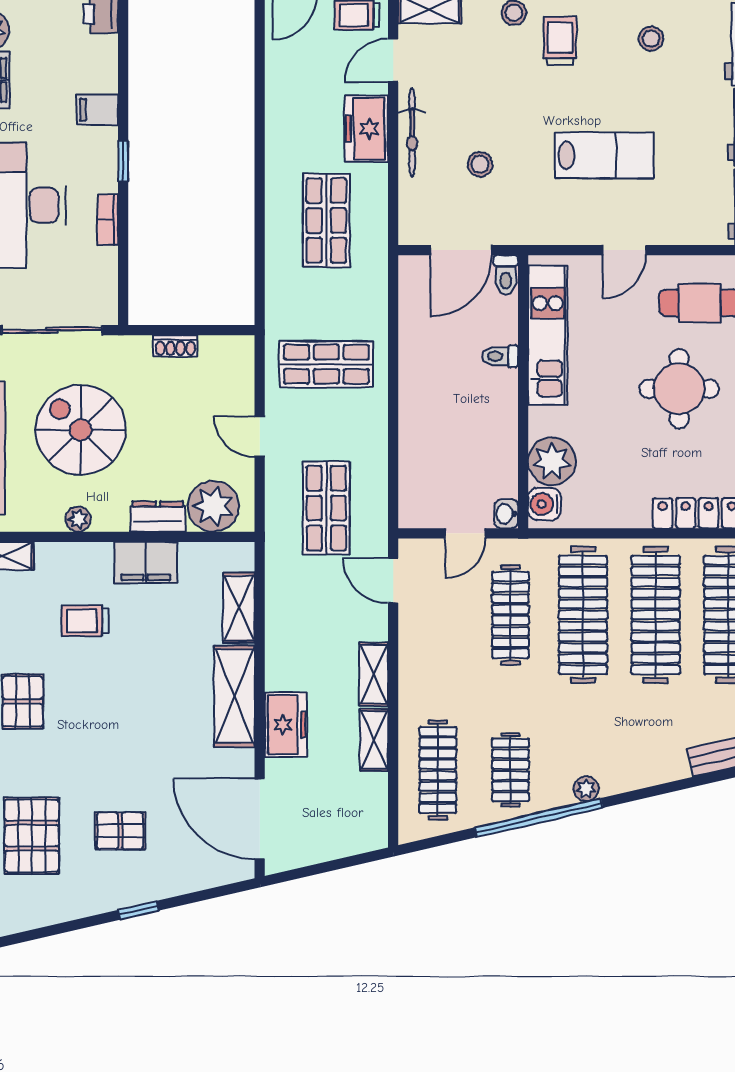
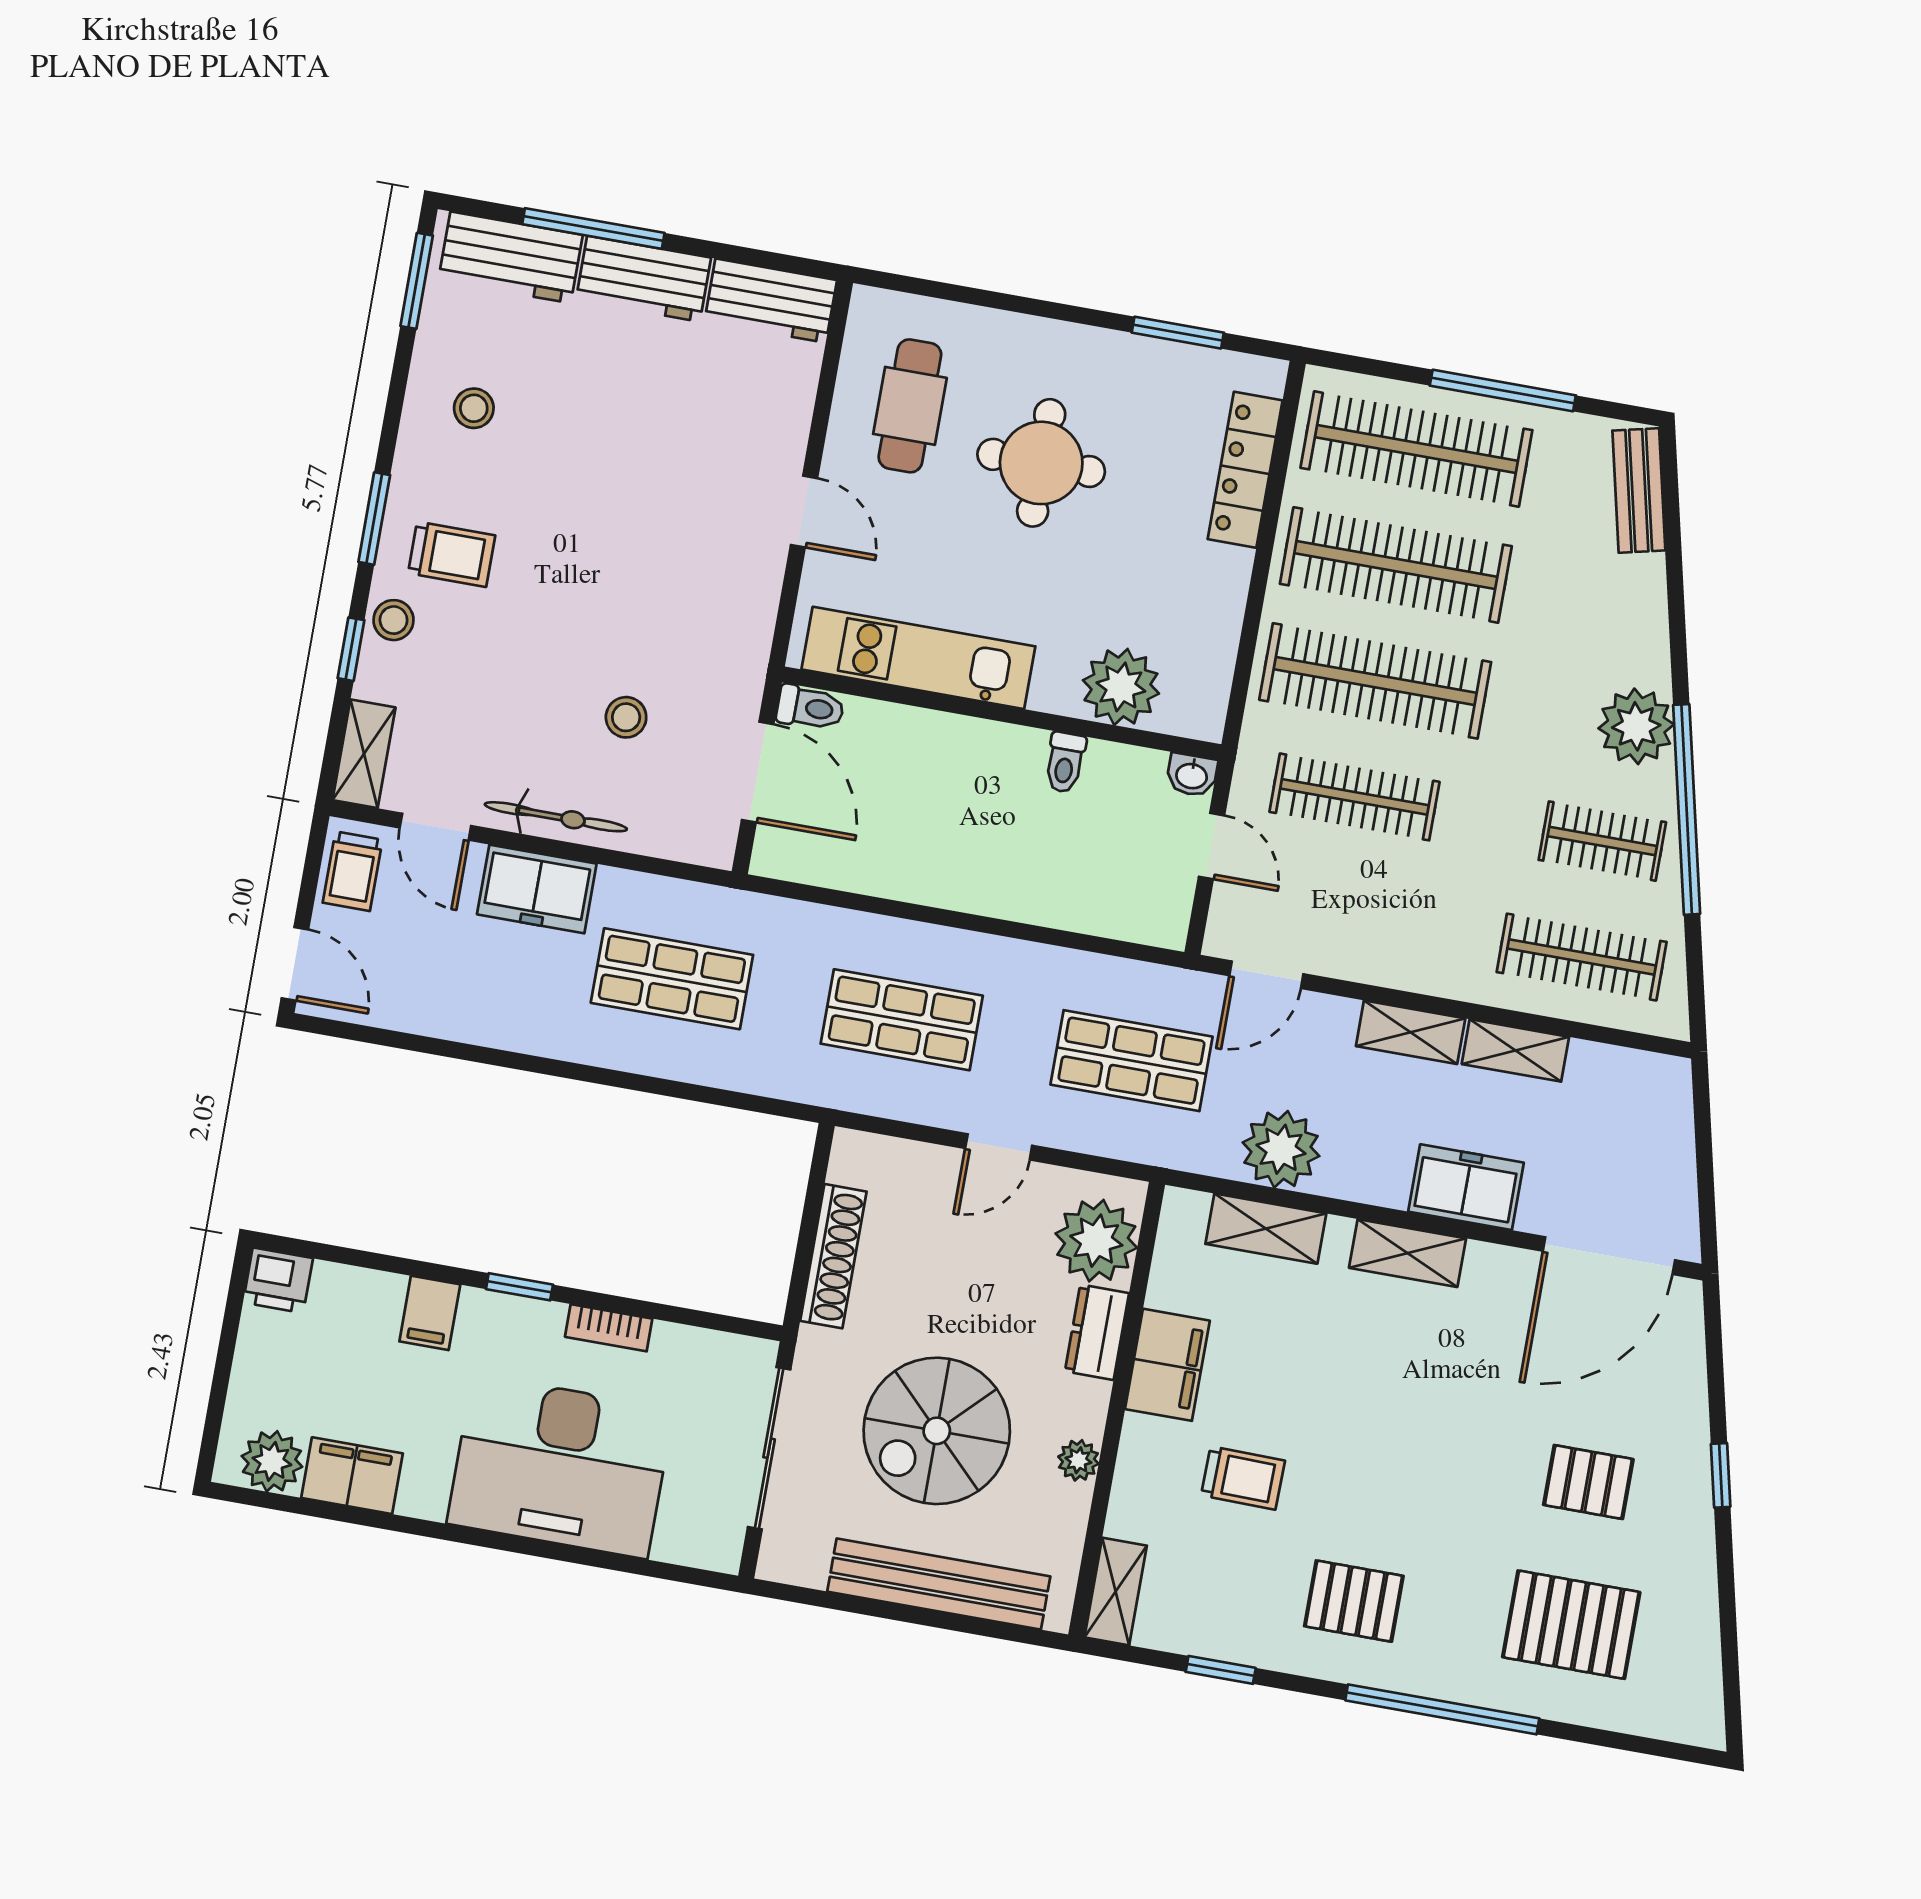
trolley: (560, 41) -> (452, 554), turned 180
lab bench: (604, 155) -> (647, 516), removed
shoe rack: (175, 346) -> (833, 1256), width x1.94, depth x1.24
toilet: (500, 356) -> (1065, 762), moved
shop shelf: (326, 364) -> (902, 1020), turned 90
water cooler: (544, 504) -> (1187, 711), removed
plant: (289, 608) -> (1281, 1149), added
trolley: (85, 621) -> (1243, 1478), turned -89
shelving: (234, 696) -> (1407, 1253), width x0.67, depth x0.75
plant: (586, 789) -> (1636, 726), width x1.87, depth x1.87
pallet: (120, 831) -> (1588, 1482), turned 90

